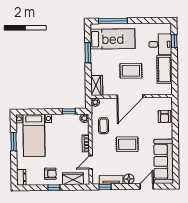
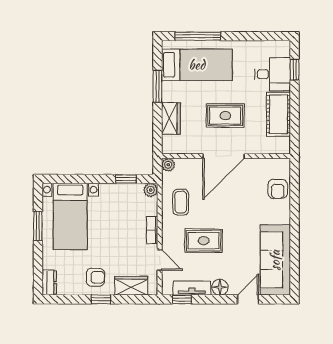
wardrobe: (97, 85) -> (171, 119), moved
rug: (127, 144) -> (204, 241), moved
door: (91, 162) -> (160, 260), swing flipped

